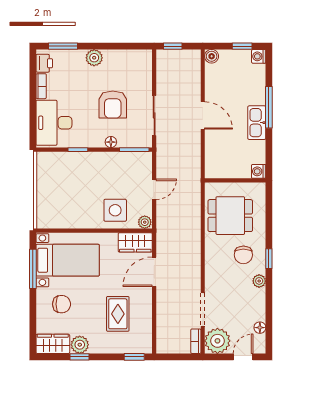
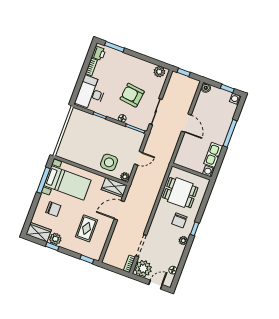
plant: (94, 58) -> (159, 72), moved
armchair: (113, 105) -> (132, 95), turned 97
kitchen sink: (257, 123) -> (213, 155), moved

